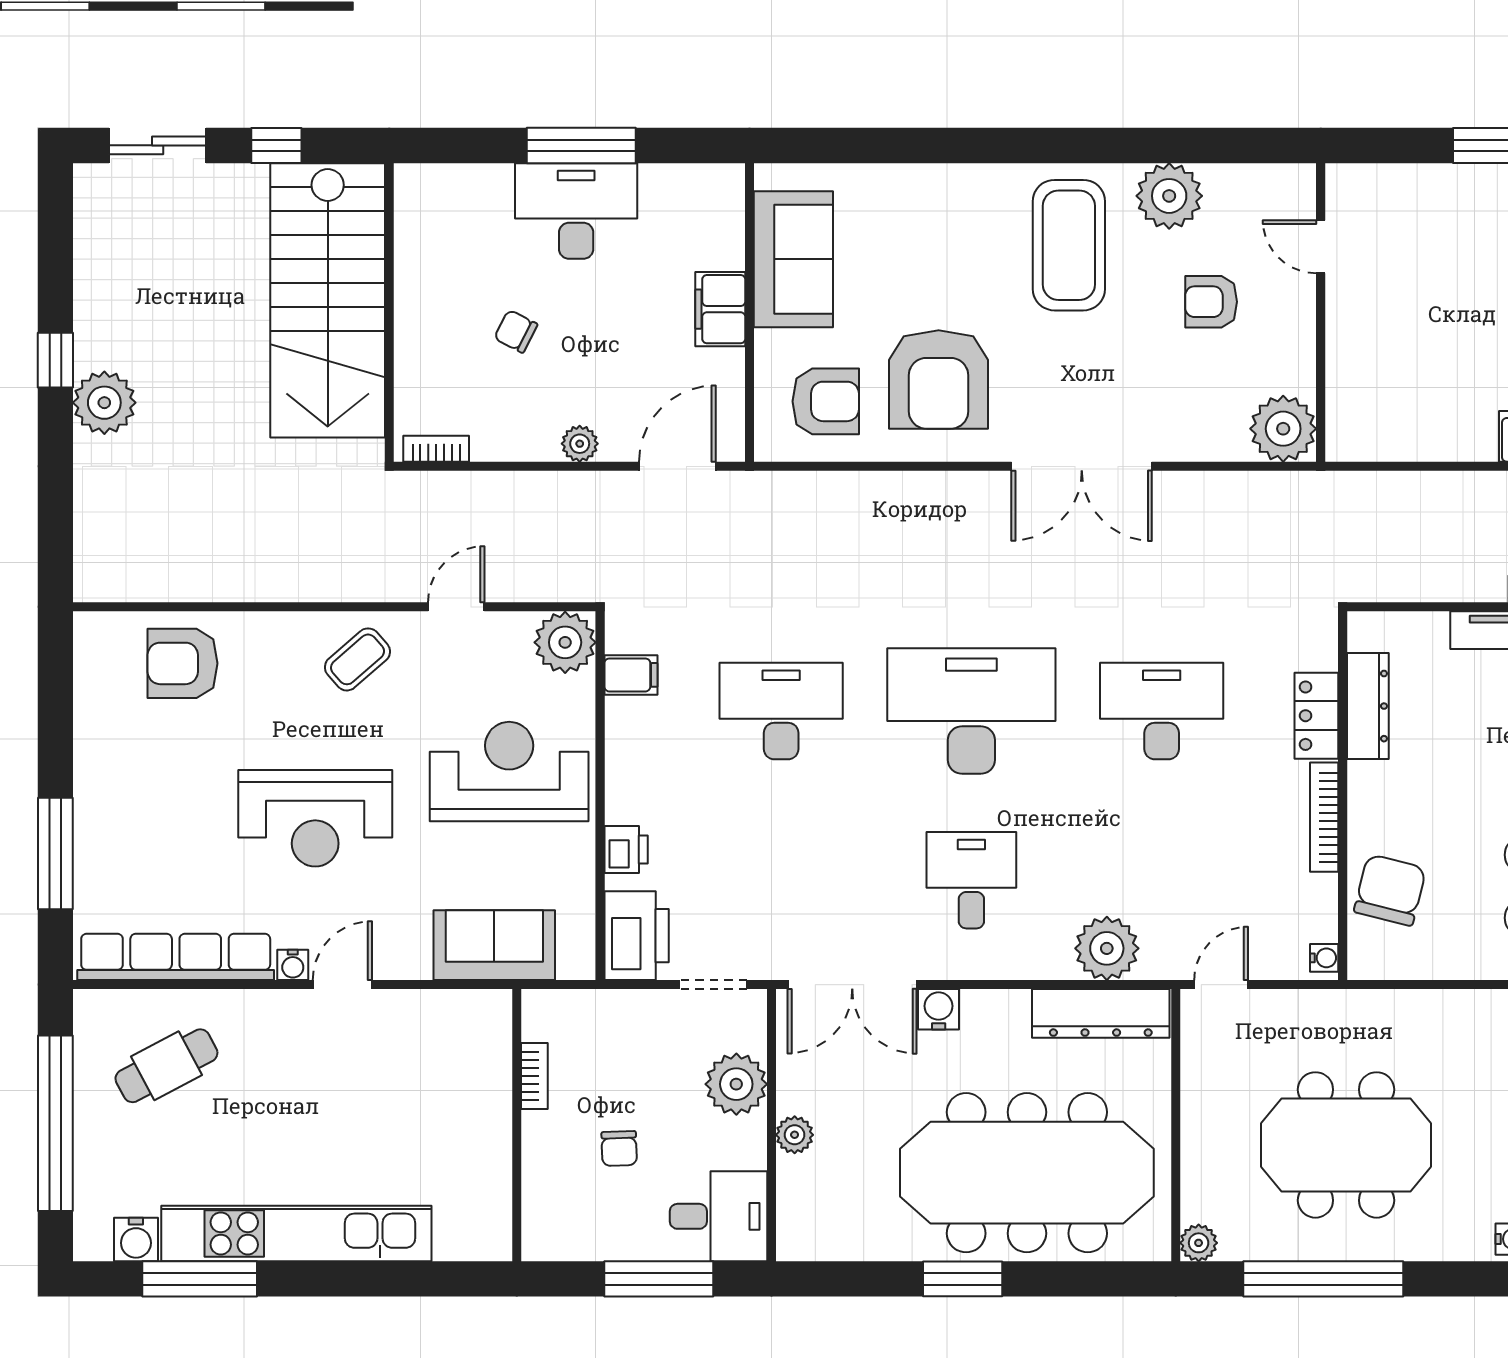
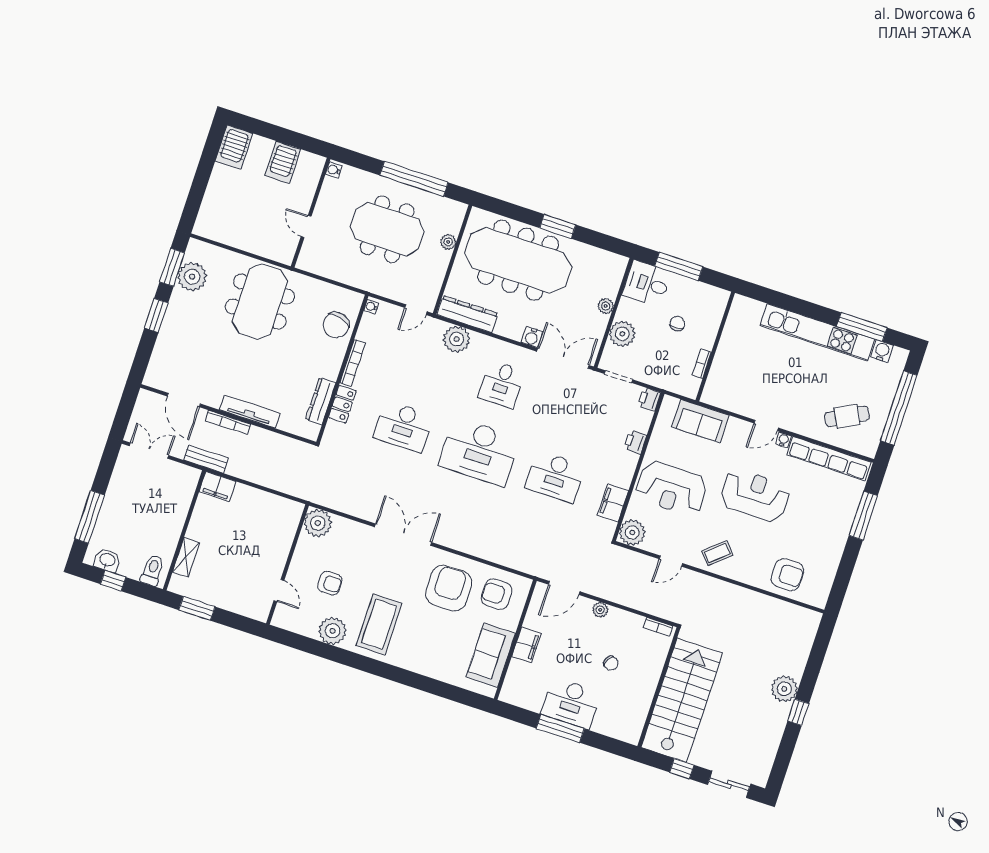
filing cabinet: (631, 675) -> (613, 503), width x2.00
printer: (637, 936) -> (649, 399), width x0.53, depth x0.68
plant: (1199, 1243) -> (448, 242), moved

